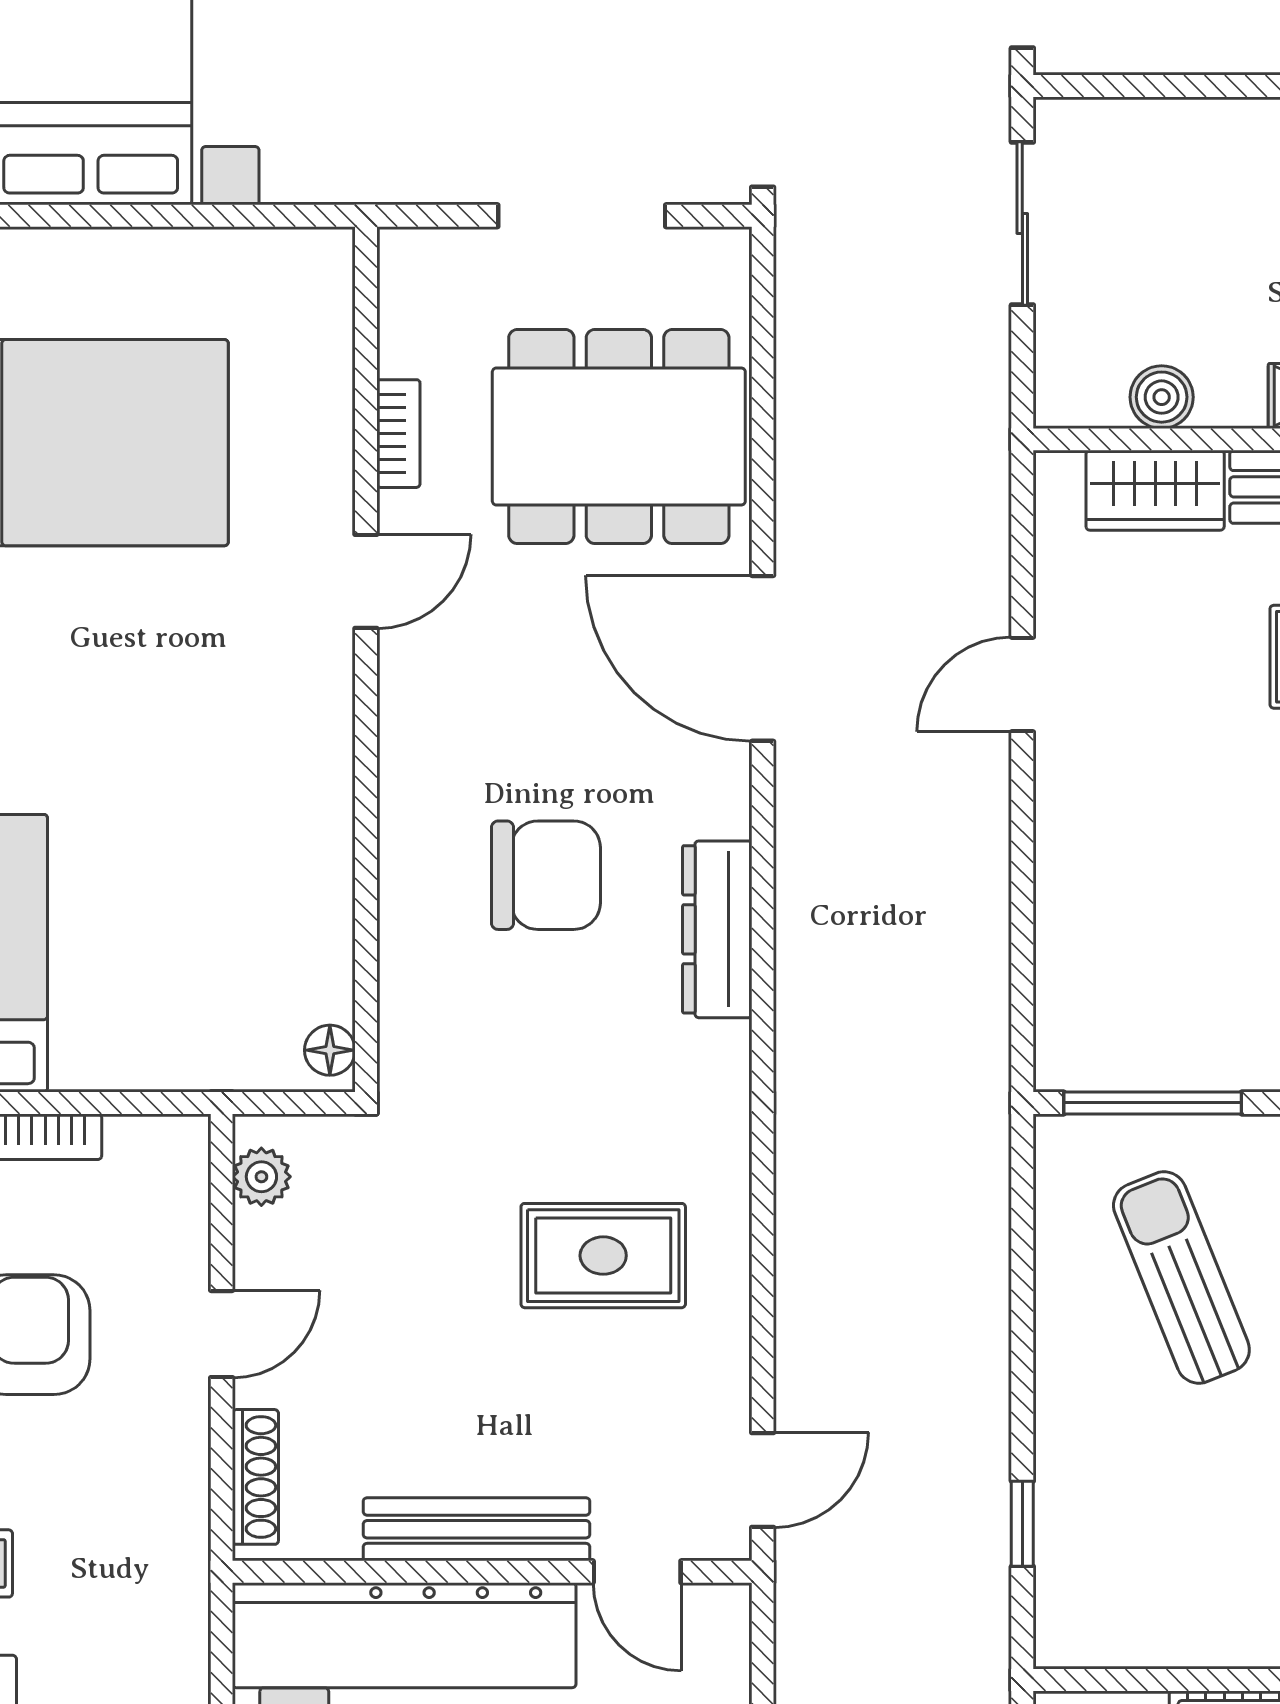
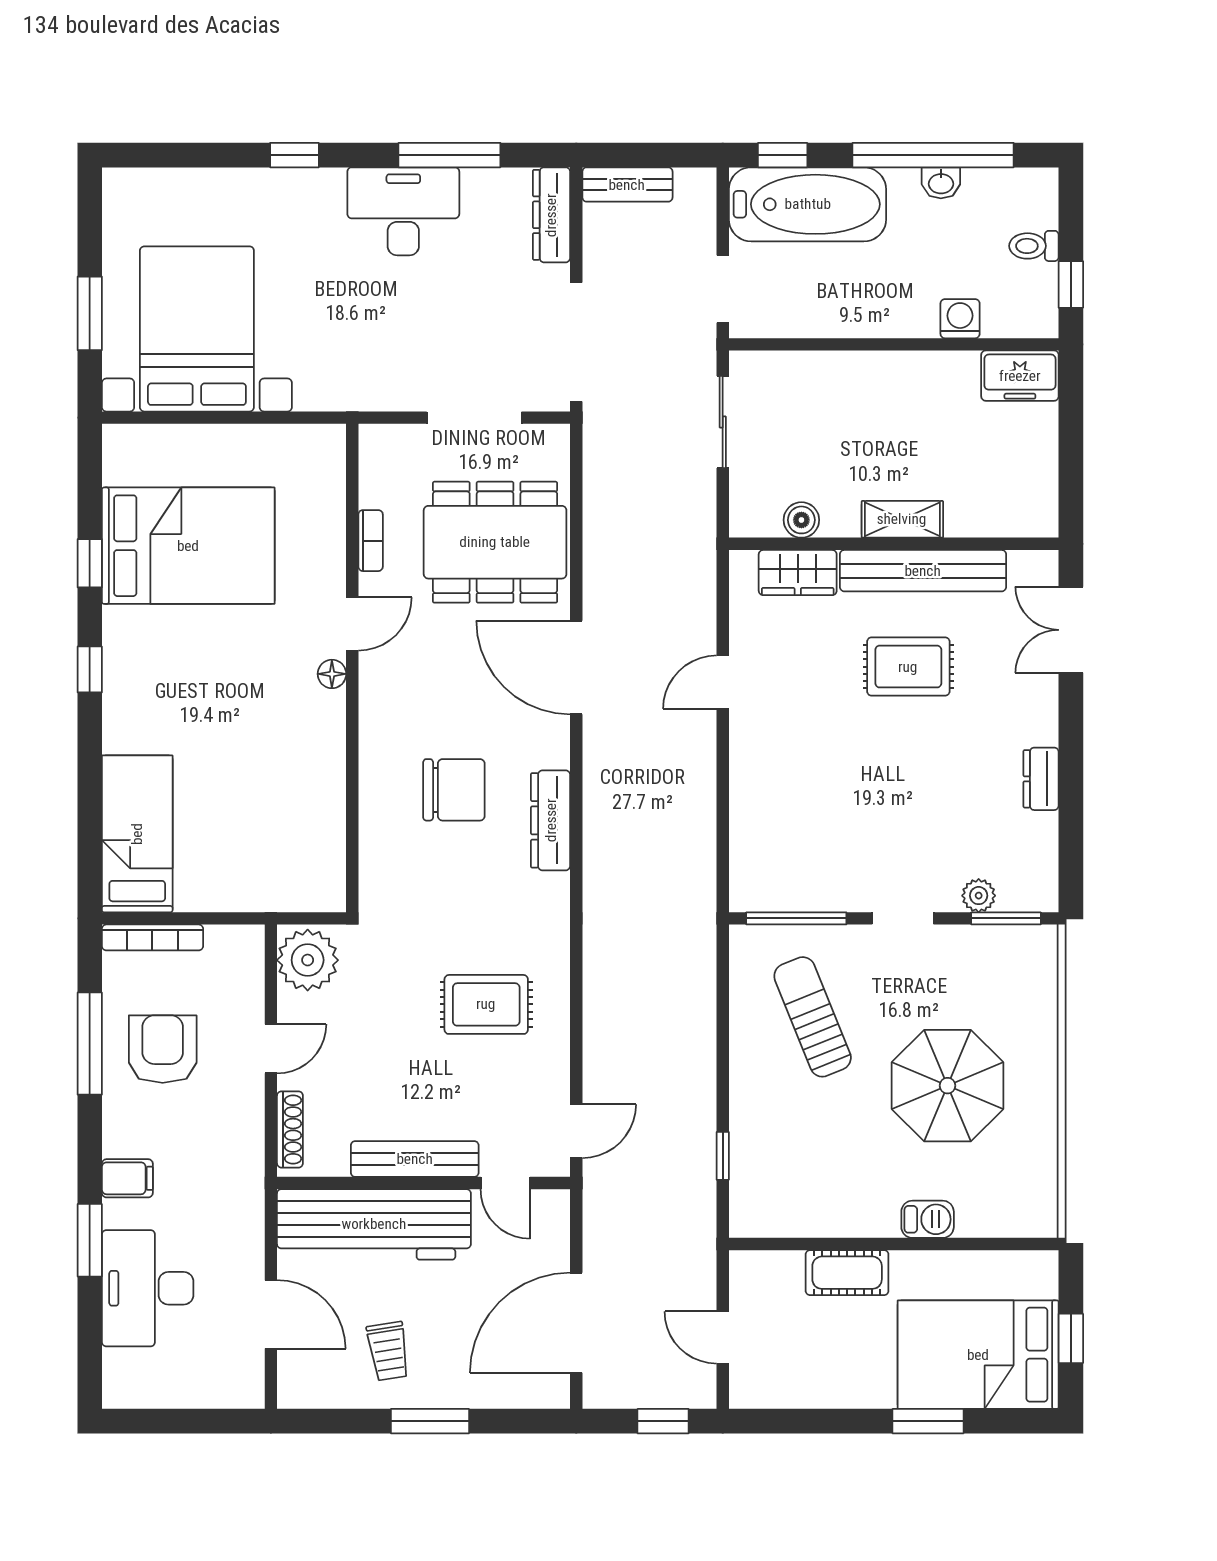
floor lamp: (330, 1050) -> (332, 674), moved
plant: (261, 1177) -> (308, 960), width x1.88, depth x1.88

